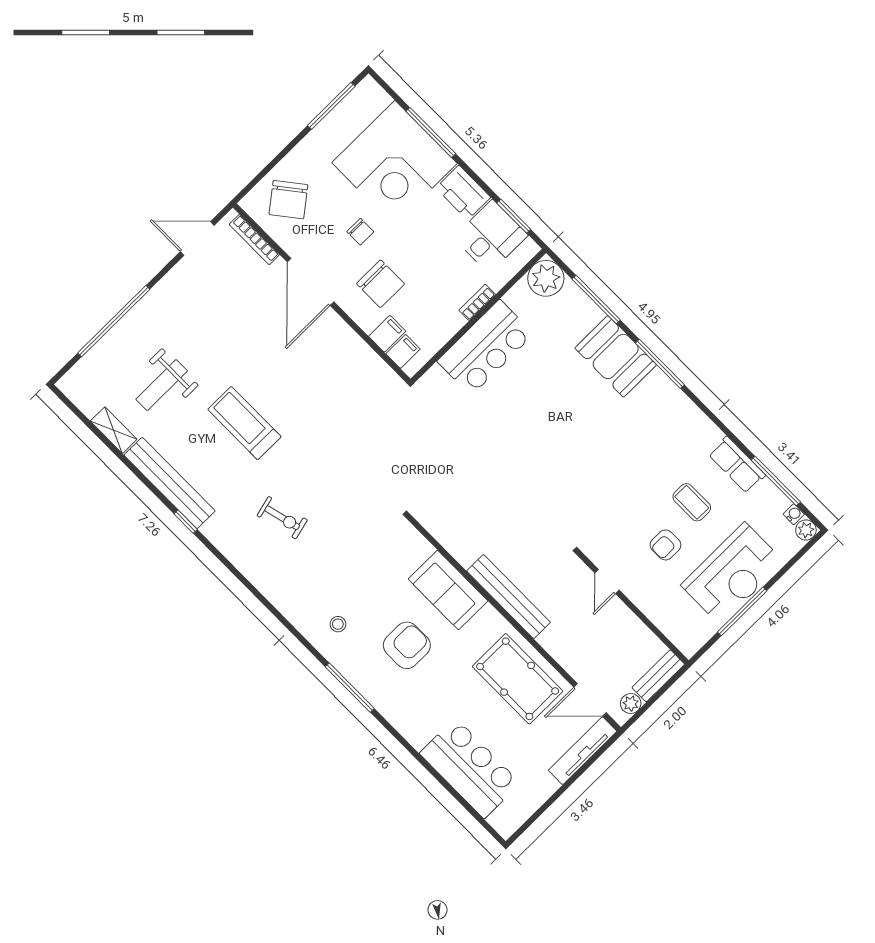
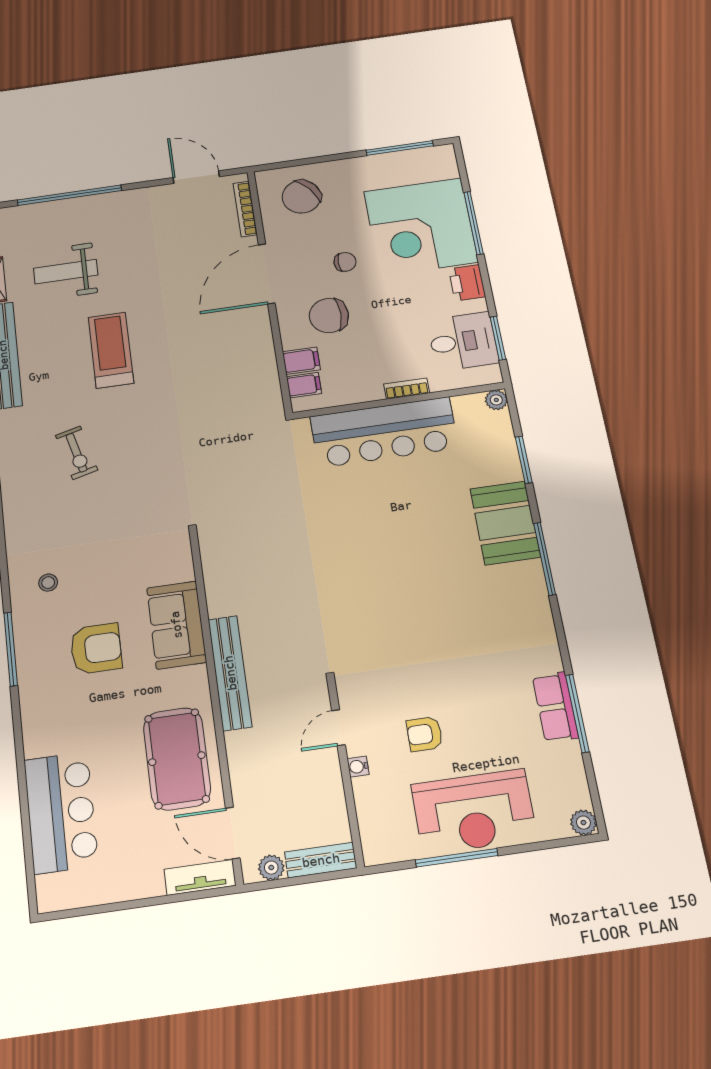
printer: (463, 193) -> (467, 283), width x0.73, depth x0.84
chair: (360, 232) -> (345, 262), turned -90
plant: (546, 278) -> (496, 400), width x0.53, depth x0.53
chair: (380, 284) -> (329, 316), turned 90
window: (596, 299) -> (524, 460), width x0.69
bar counter: (485, 348) -> (384, 432), width x1.36
window: (776, 481) -> (577, 713), moved
coffee table: (692, 502) -> (482, 711), removed
water cooler: (794, 514) -> (358, 767), moved, turned 180
tv unit: (583, 751) -> (200, 877), width x0.71

